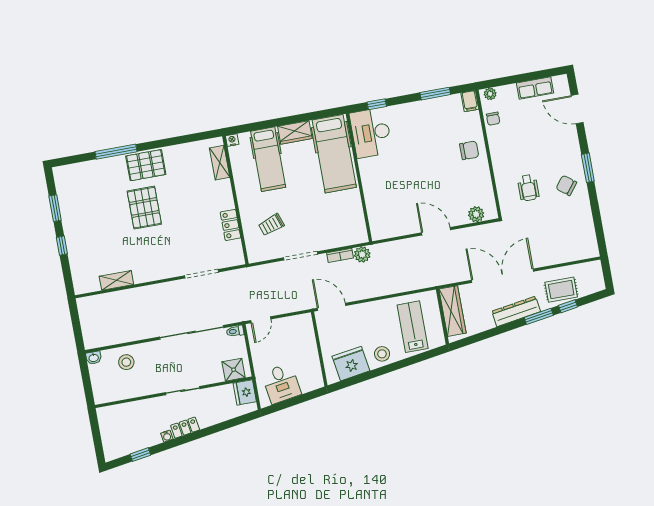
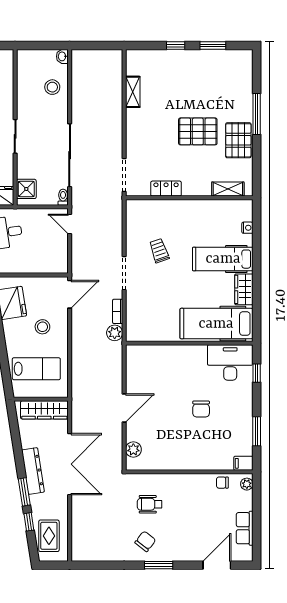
chair: (469, 150) -> (201, 409), moved
shelving: (220, 163) -> (228, 189), moved
wall: (235, 200) -> (189, 198), moved
locker: (230, 225) -> (166, 189), moved
rug: (561, 290) -> (49, 536), moved
stool: (382, 354) -> (42, 327), moved

